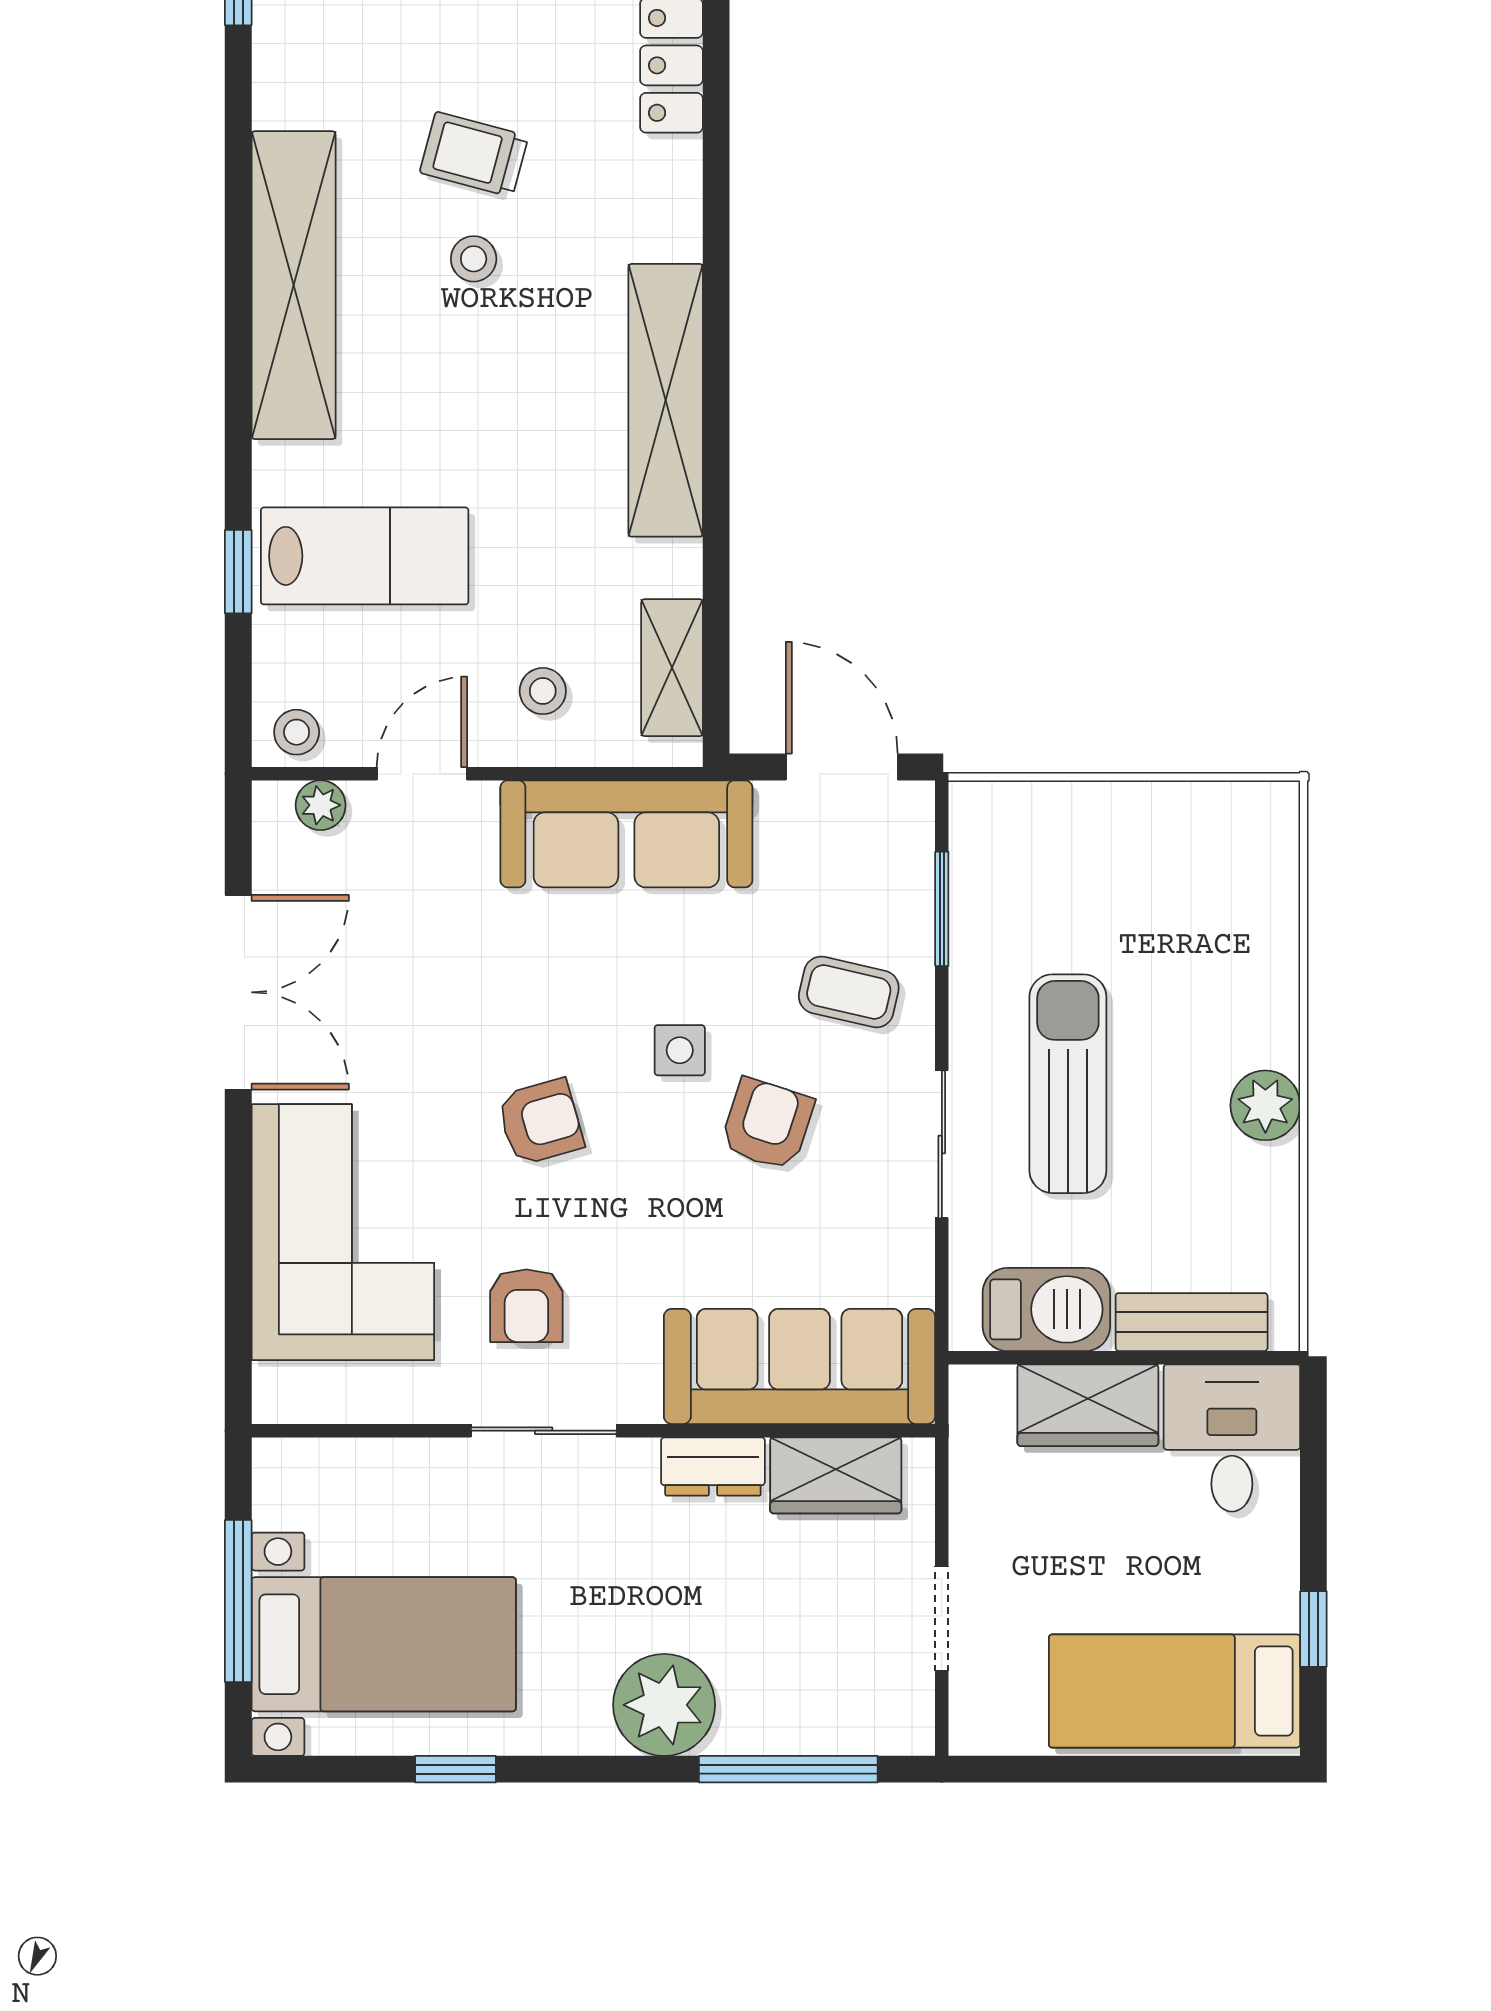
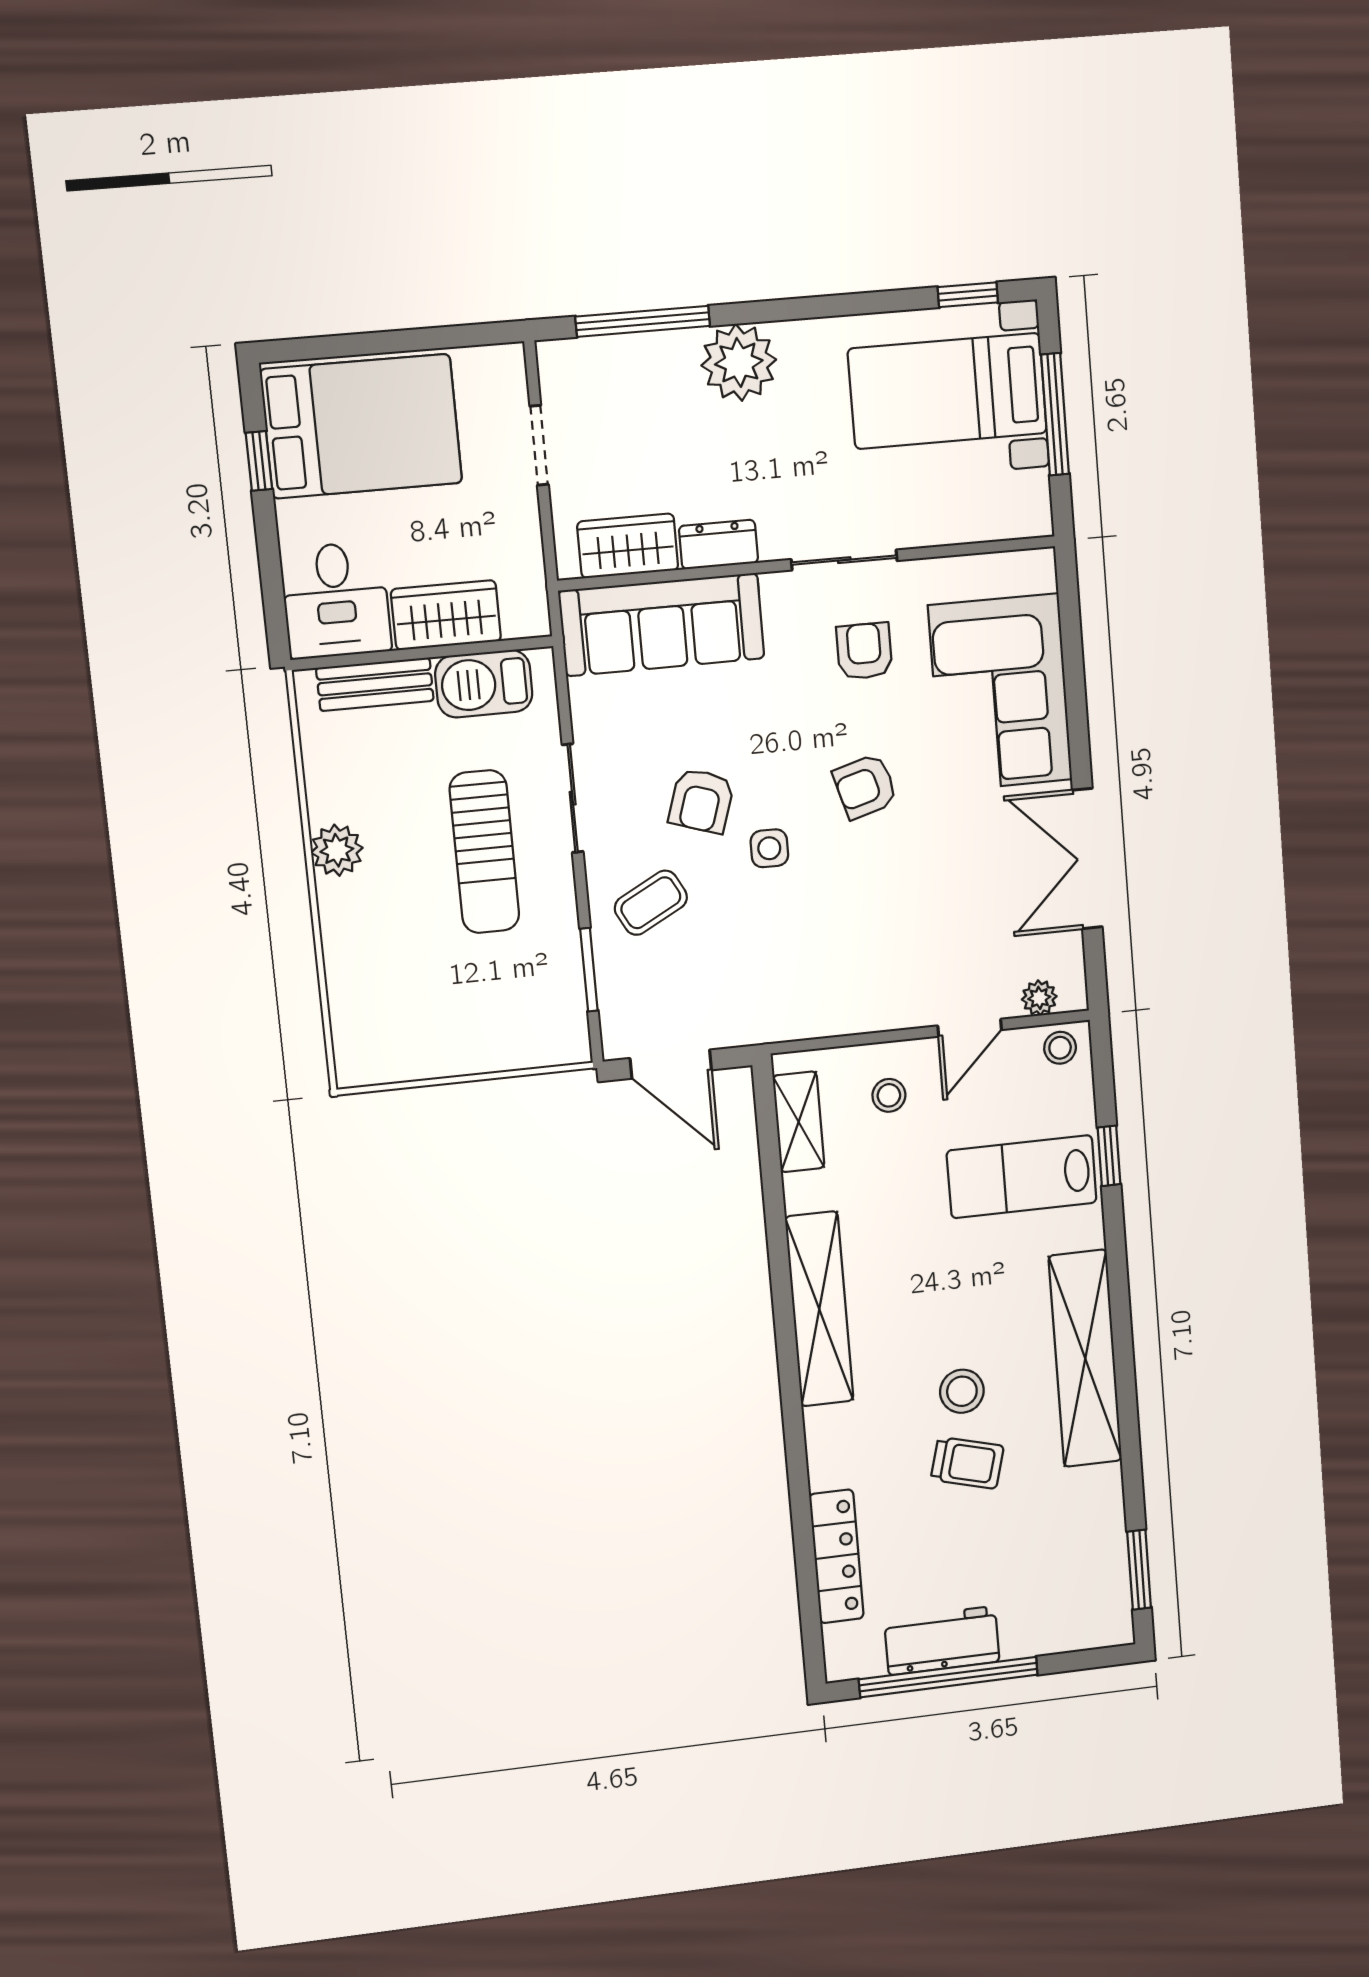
stool: (474, 259) -> (962, 1391), width x1.37, depth x1.37
sofa: (626, 834) -> (821, 1000), removed
coffee table: (849, 992) -> (651, 903), turned -41
bed: (1175, 1691) -> (361, 426), width x1.50
window: (455, 1769) -> (968, 295), moved

